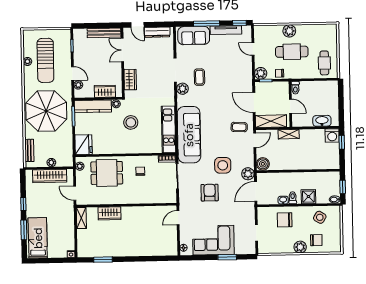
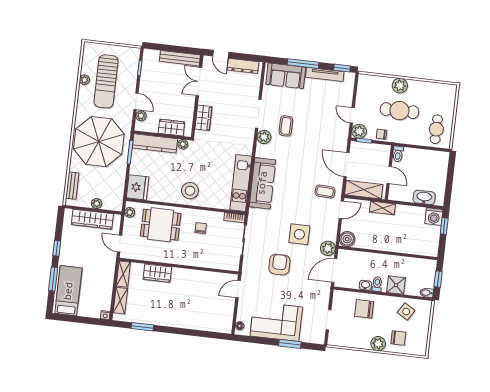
door: (253, 49) -> (352, 115), moved
stool: (131, 122) -> (190, 191), moved
sofa: (189, 135) -> (262, 183), width x0.74, depth x0.79
shelving: (82, 240) -> (120, 301), added

